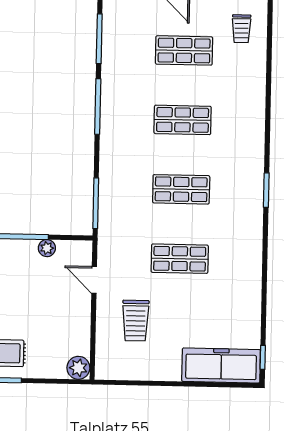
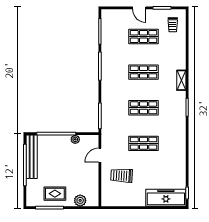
shelving: (256, 137) -> (181, 80), added
door: (94, 280) -> (100, 155), hinge flipped
trolley: (136, 321) -> (122, 176), turned 93
plant: (78, 368) -> (80, 200), moved

